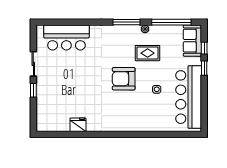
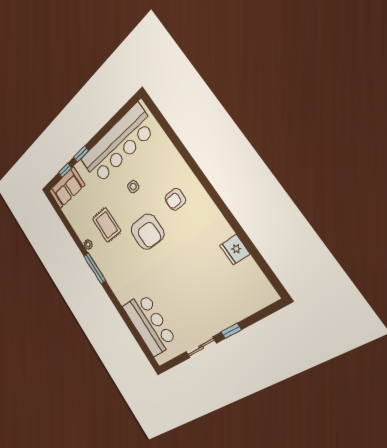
window: (171, 22) -> (66, 222), removed
armchair: (130, 110) -> (175, 199), added

